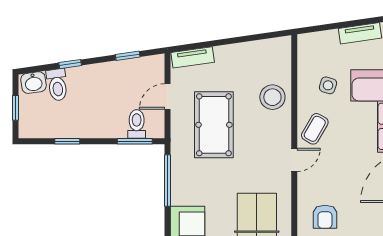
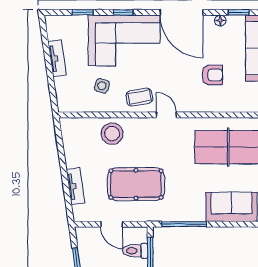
tv unit: (193, 57) -> (75, 186), moved
coffee table: (315, 129) -> (139, 97), turned -40
armchair: (325, 217) -> (212, 75), moved

